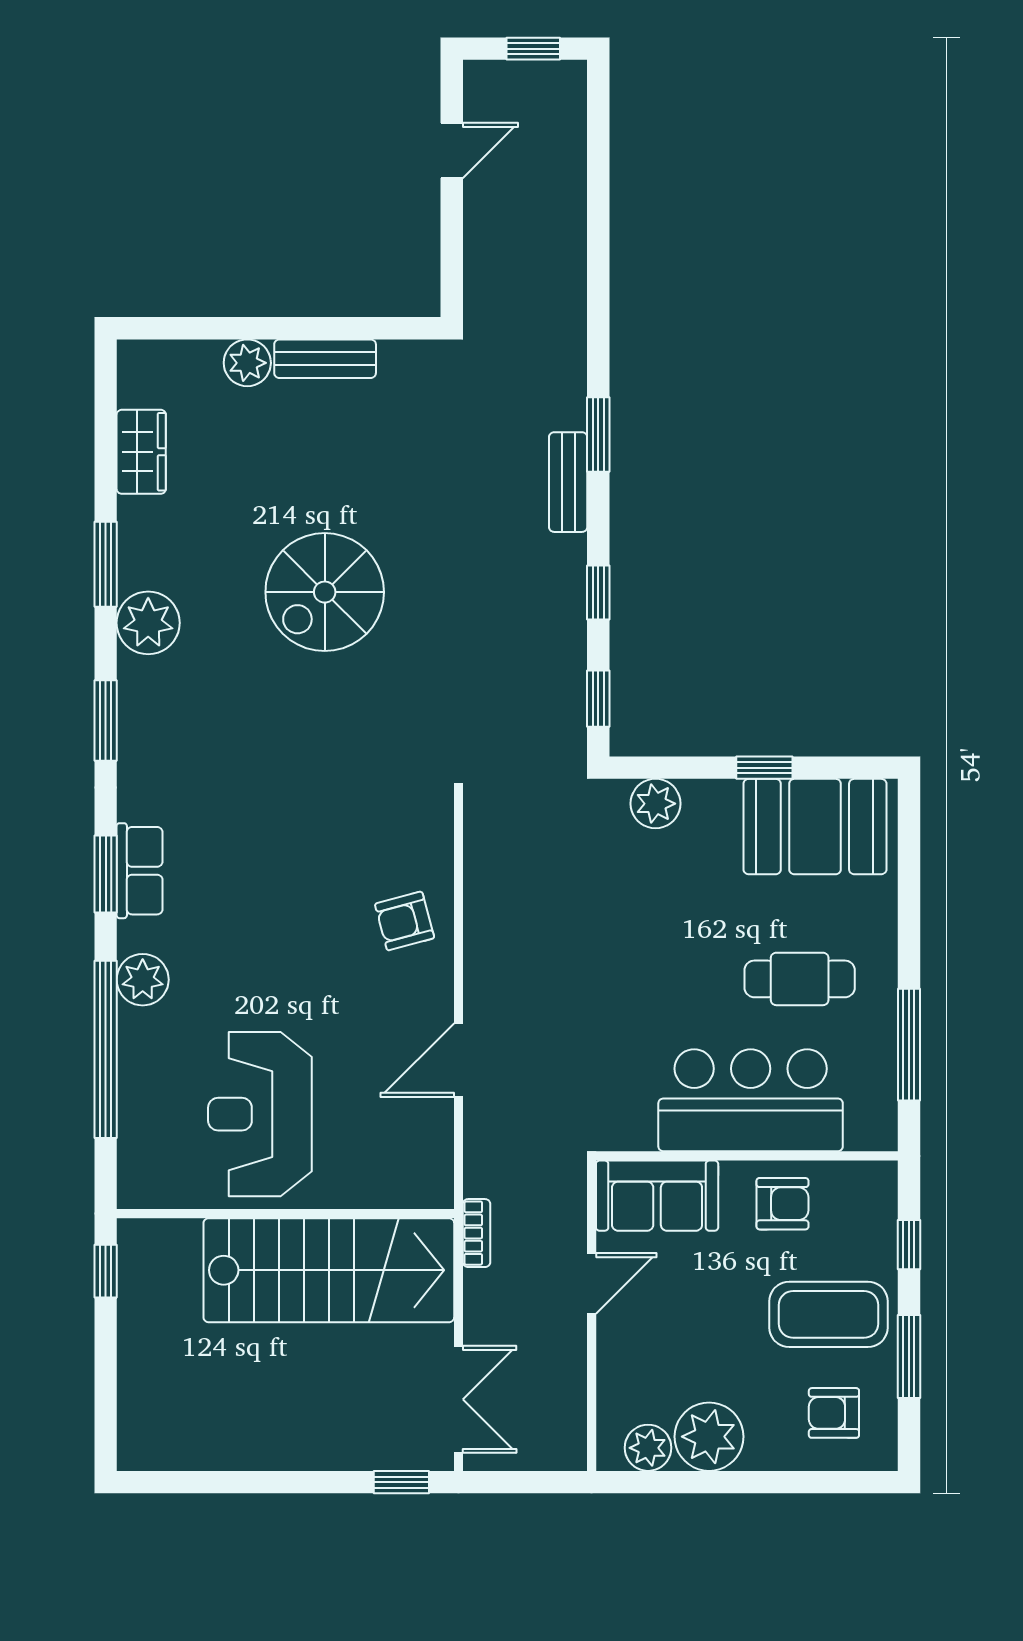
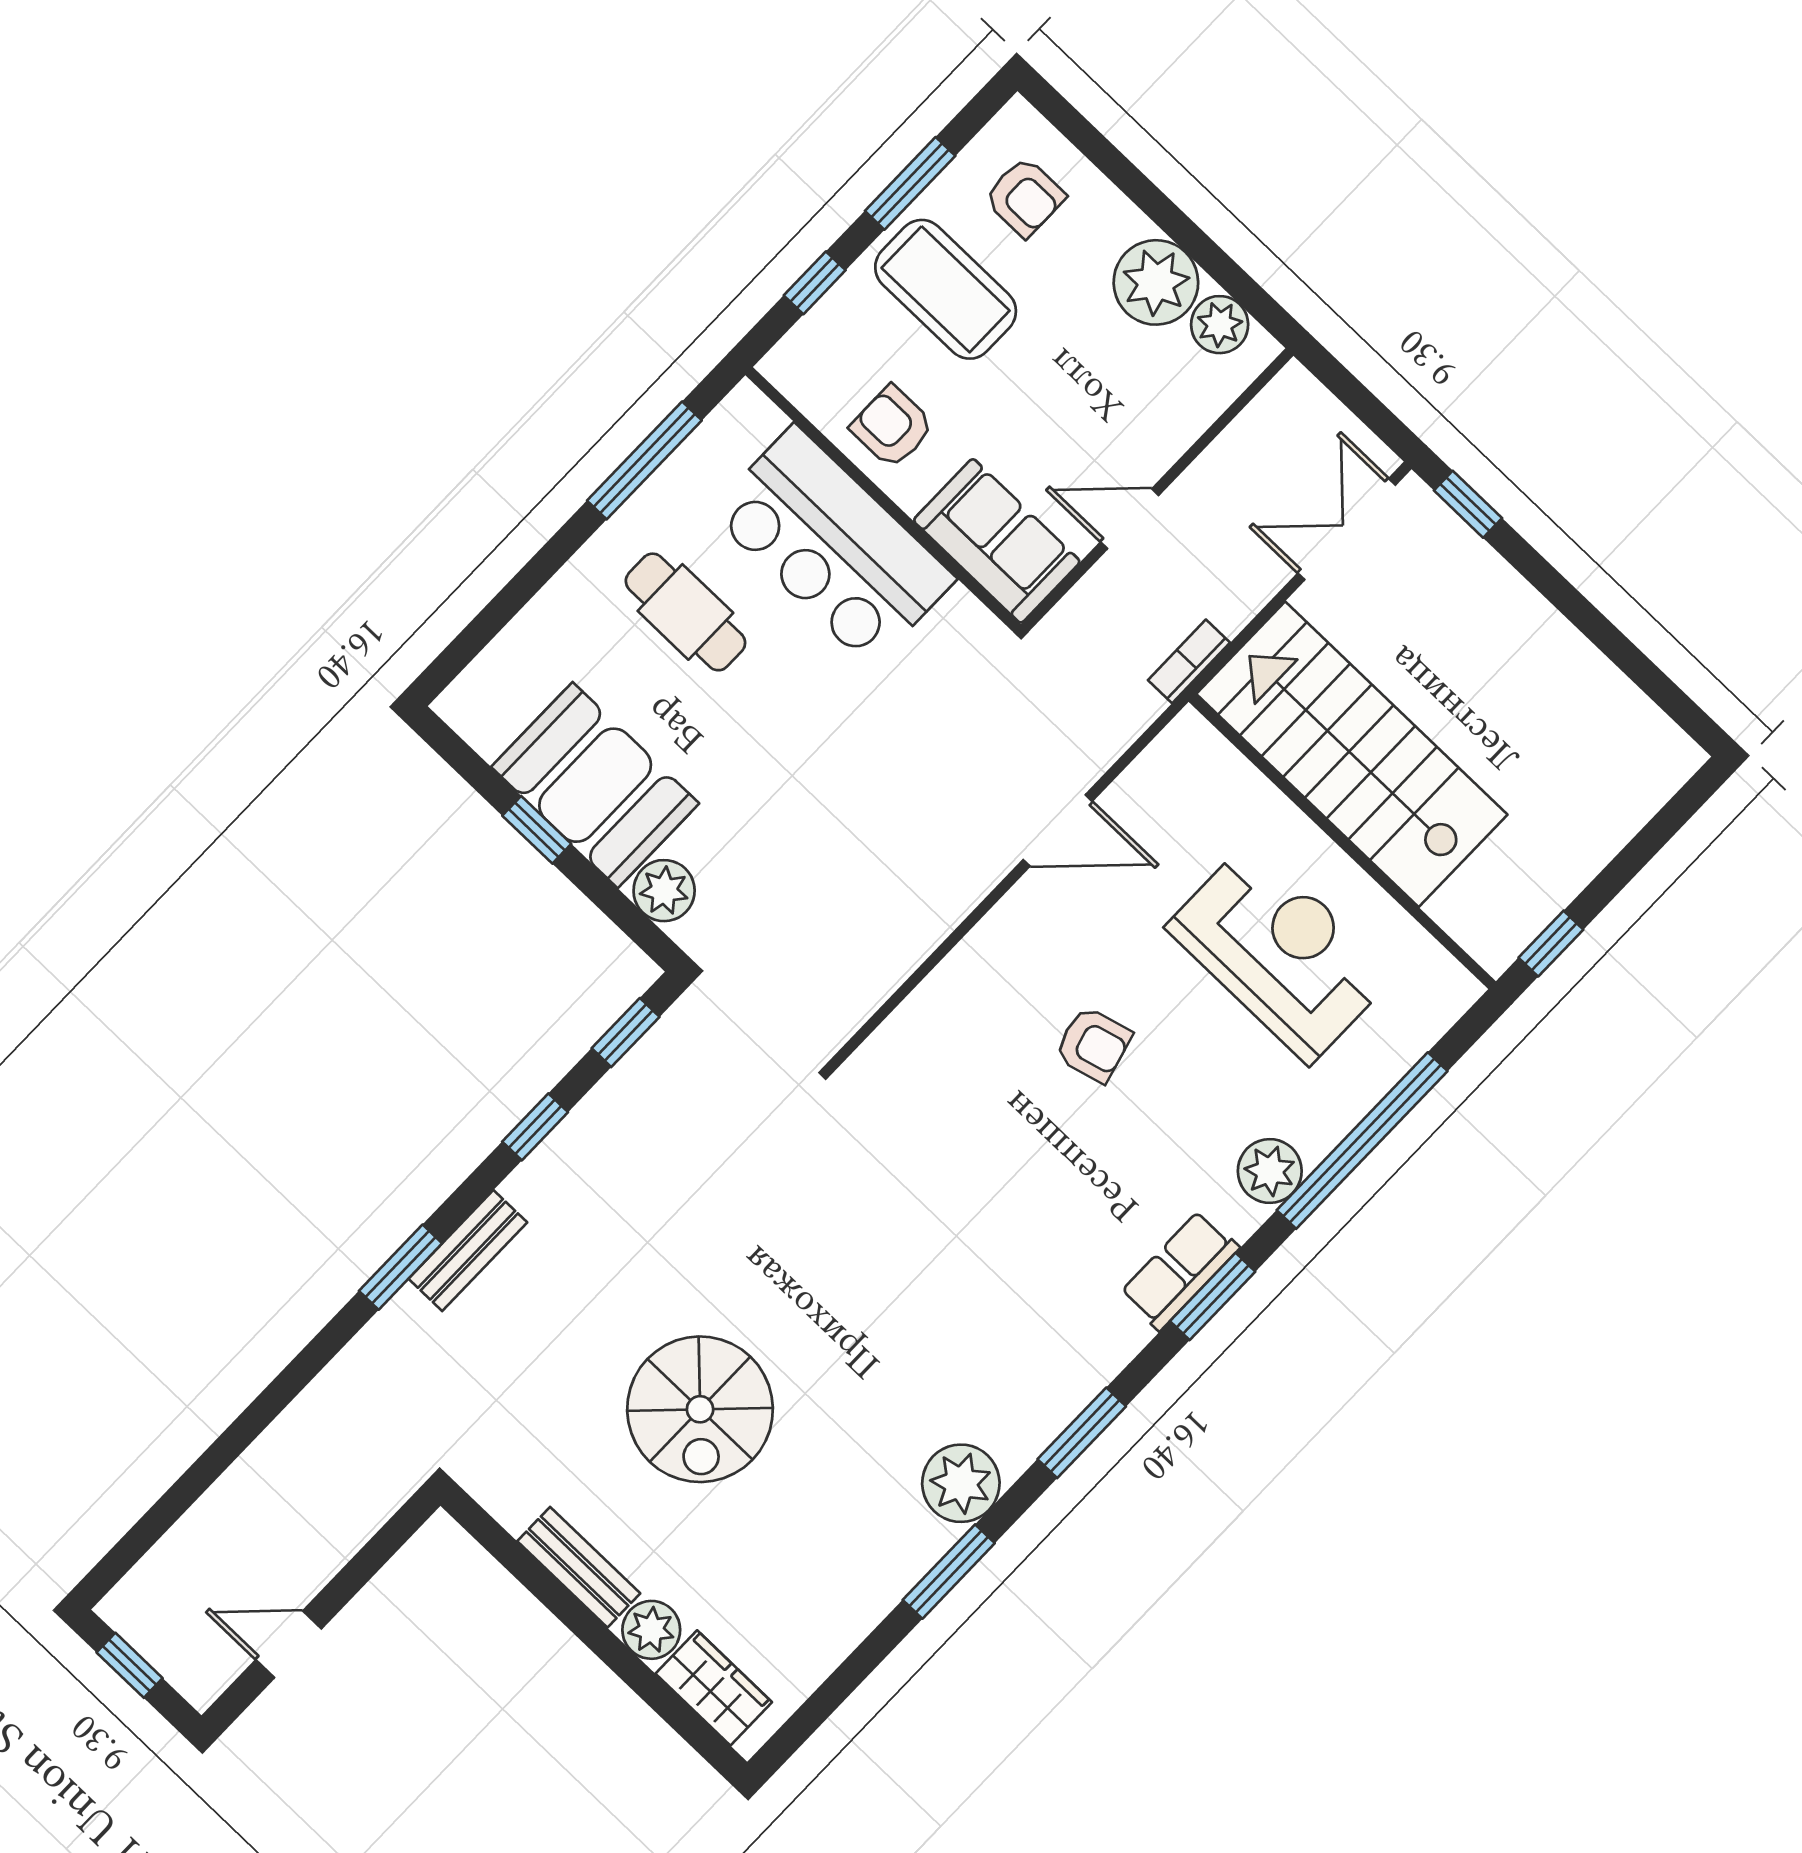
wardrobe: (141, 452) -> (714, 1688), moved, turned 90
spiral stairs: (325, 592) -> (700, 1409), moved, turned 90
booth: (815, 827) -> (595, 785), moved
armchair: (405, 921) -> (1093, 1045), moved
reception desk: (260, 1114) -> (1280, 952), turned -90

